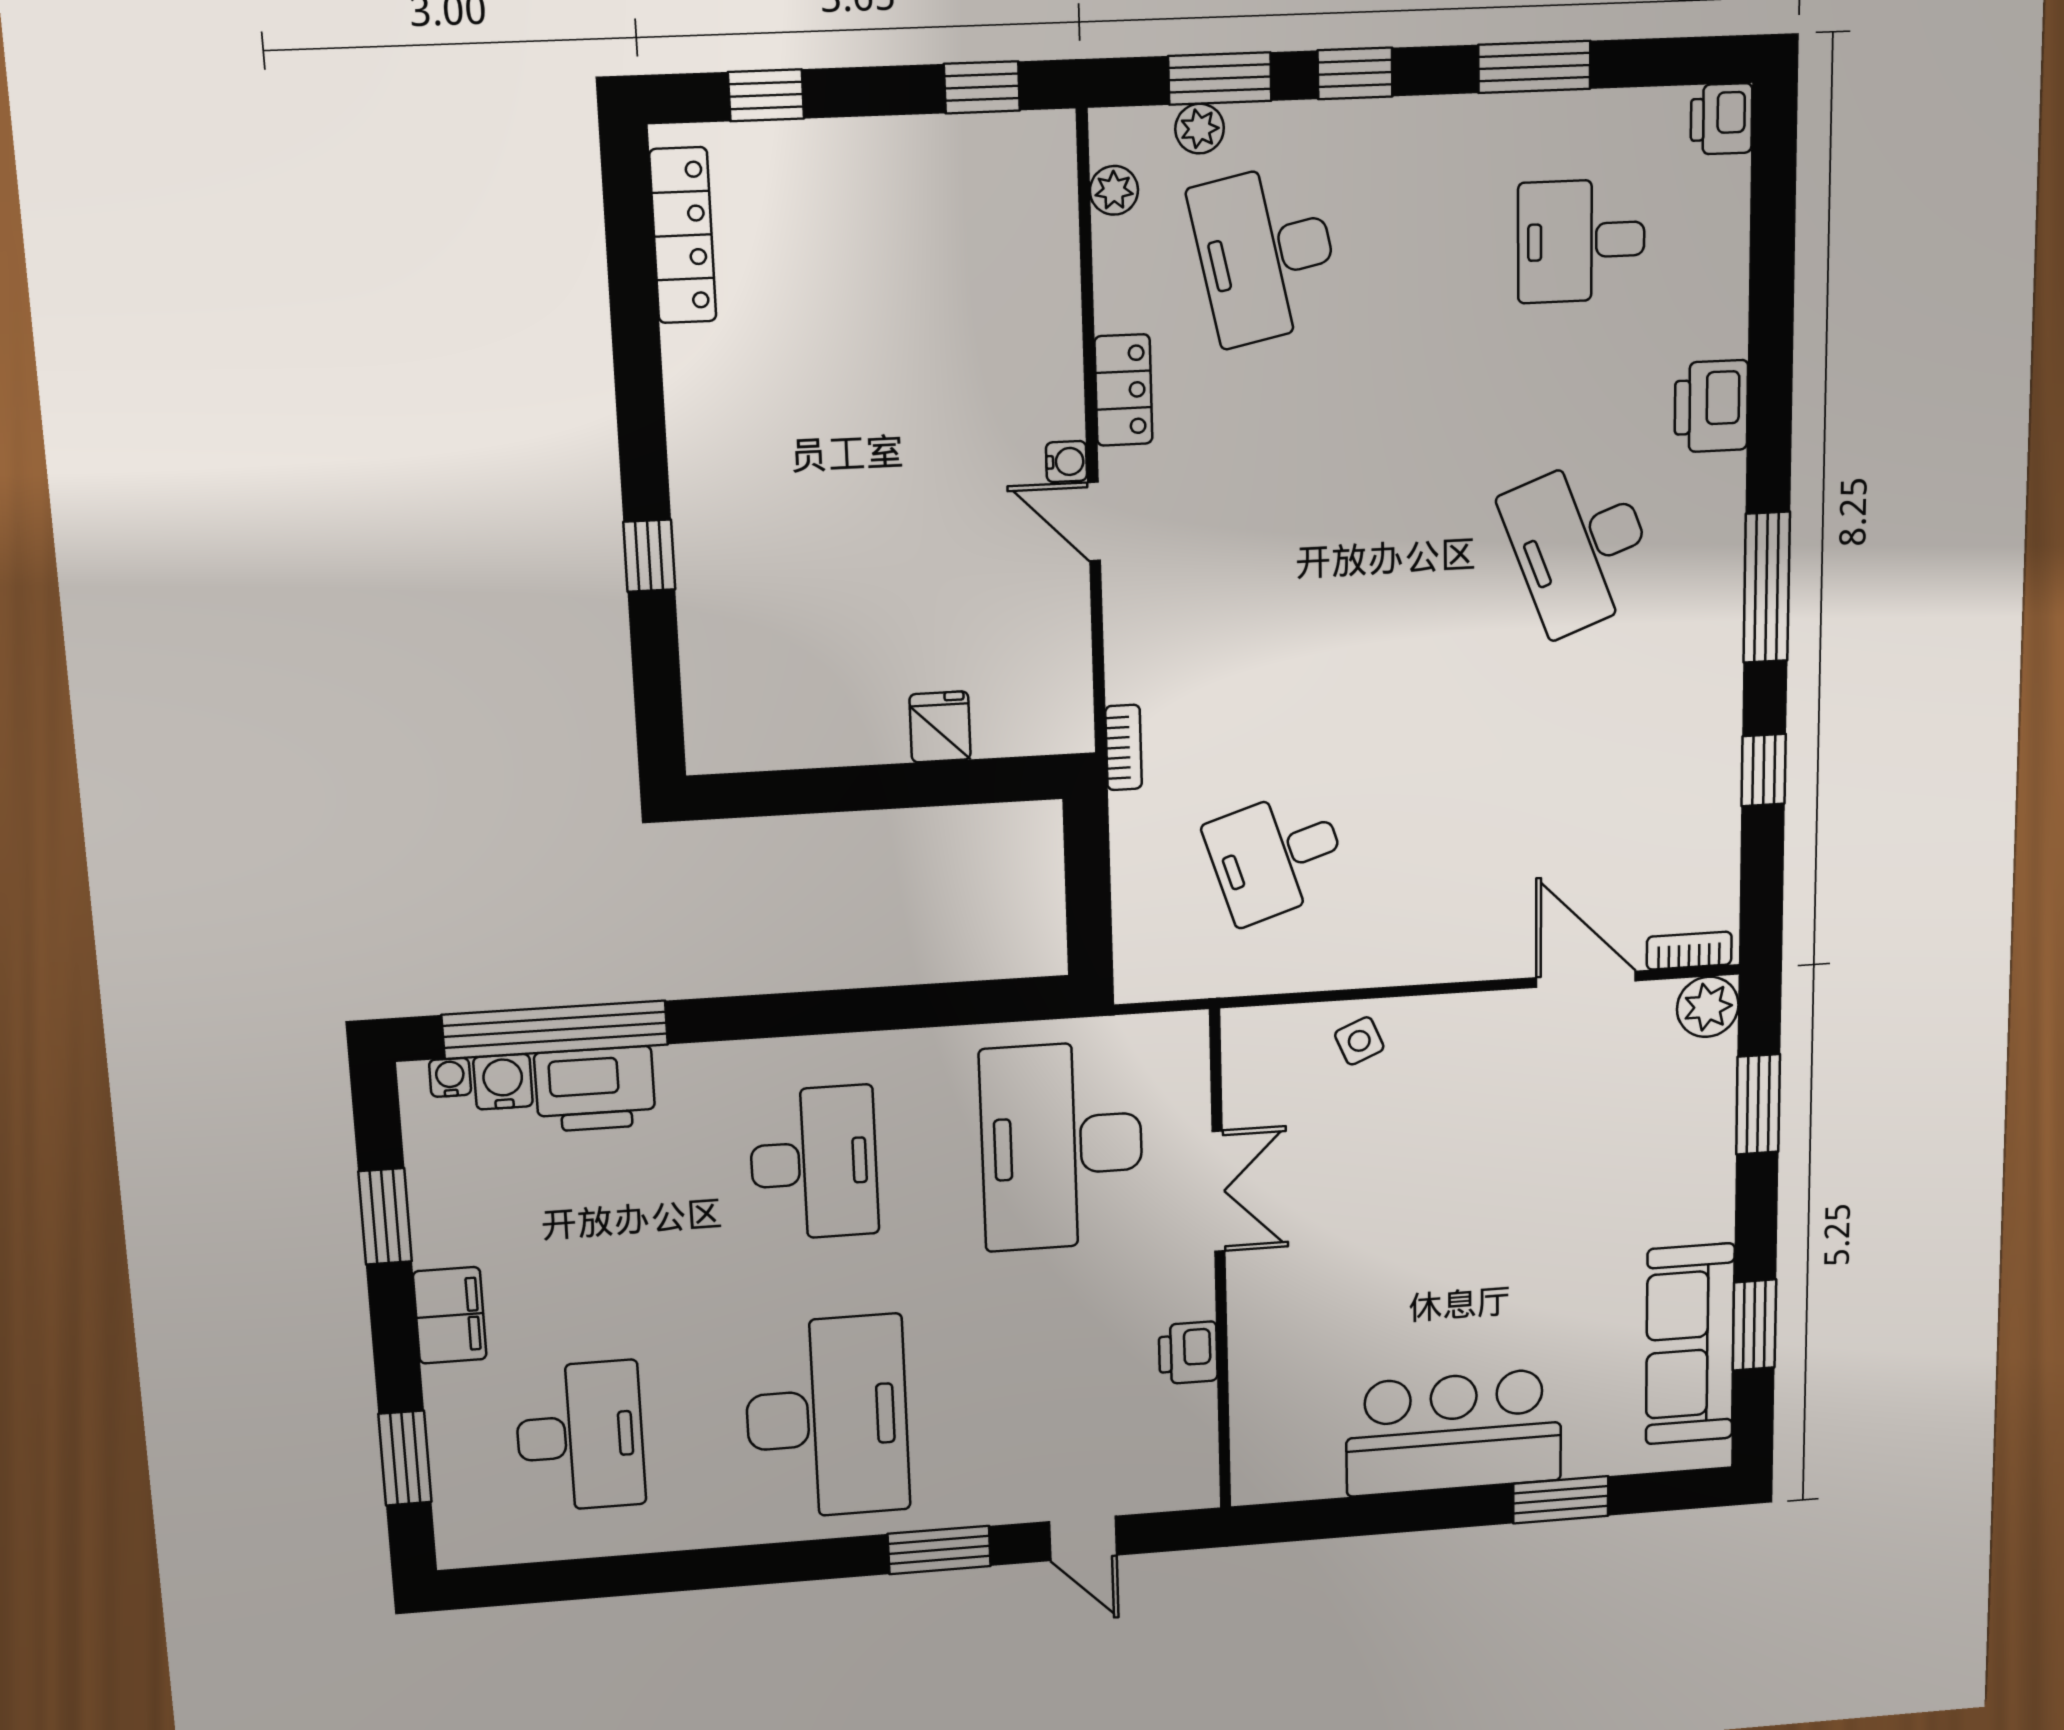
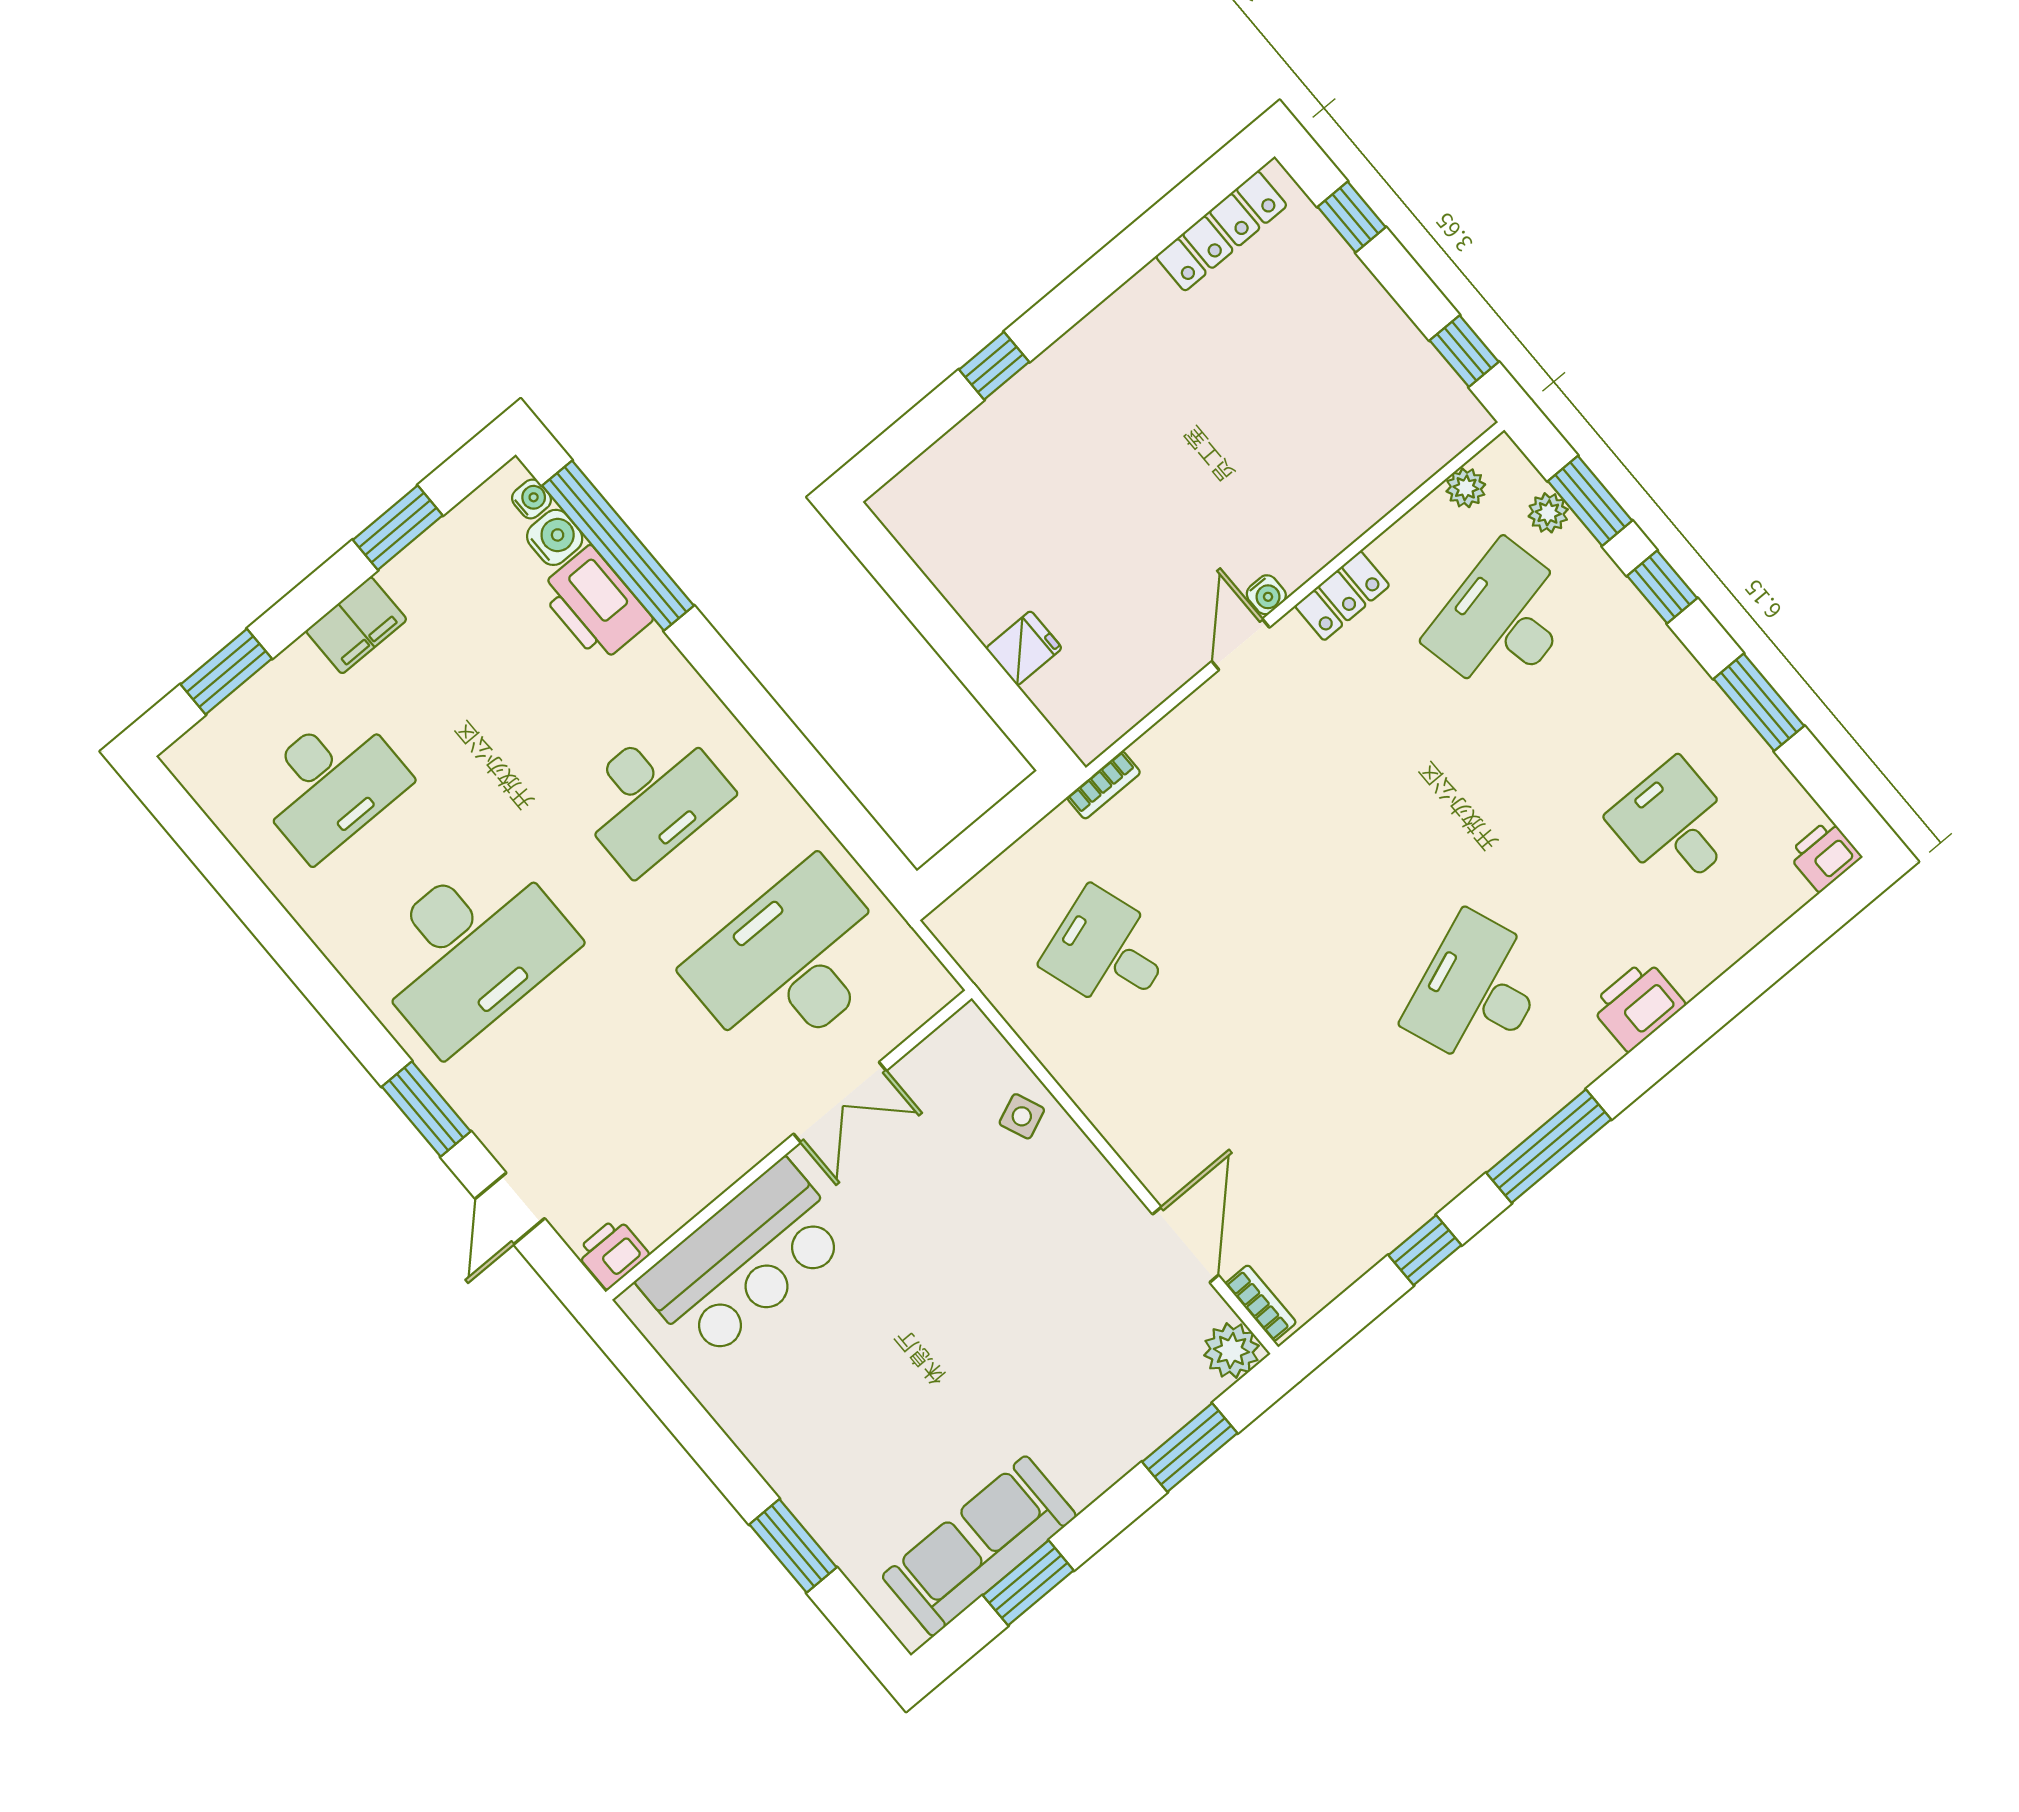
printer: (1188, 1353) -> (612, 1253), moved
bar counter: (1454, 1432) -> (745, 1260), moved, turned 90

